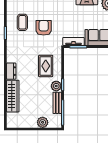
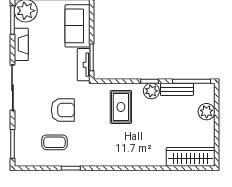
armchair: (44, 28) -> (63, 110), turned 180
rug: (46, 66) -> (121, 107), turned 90
dresser: (11, 71) -> (129, 159), removed
wardrobe: (13, 96) -> (191, 157), moved

